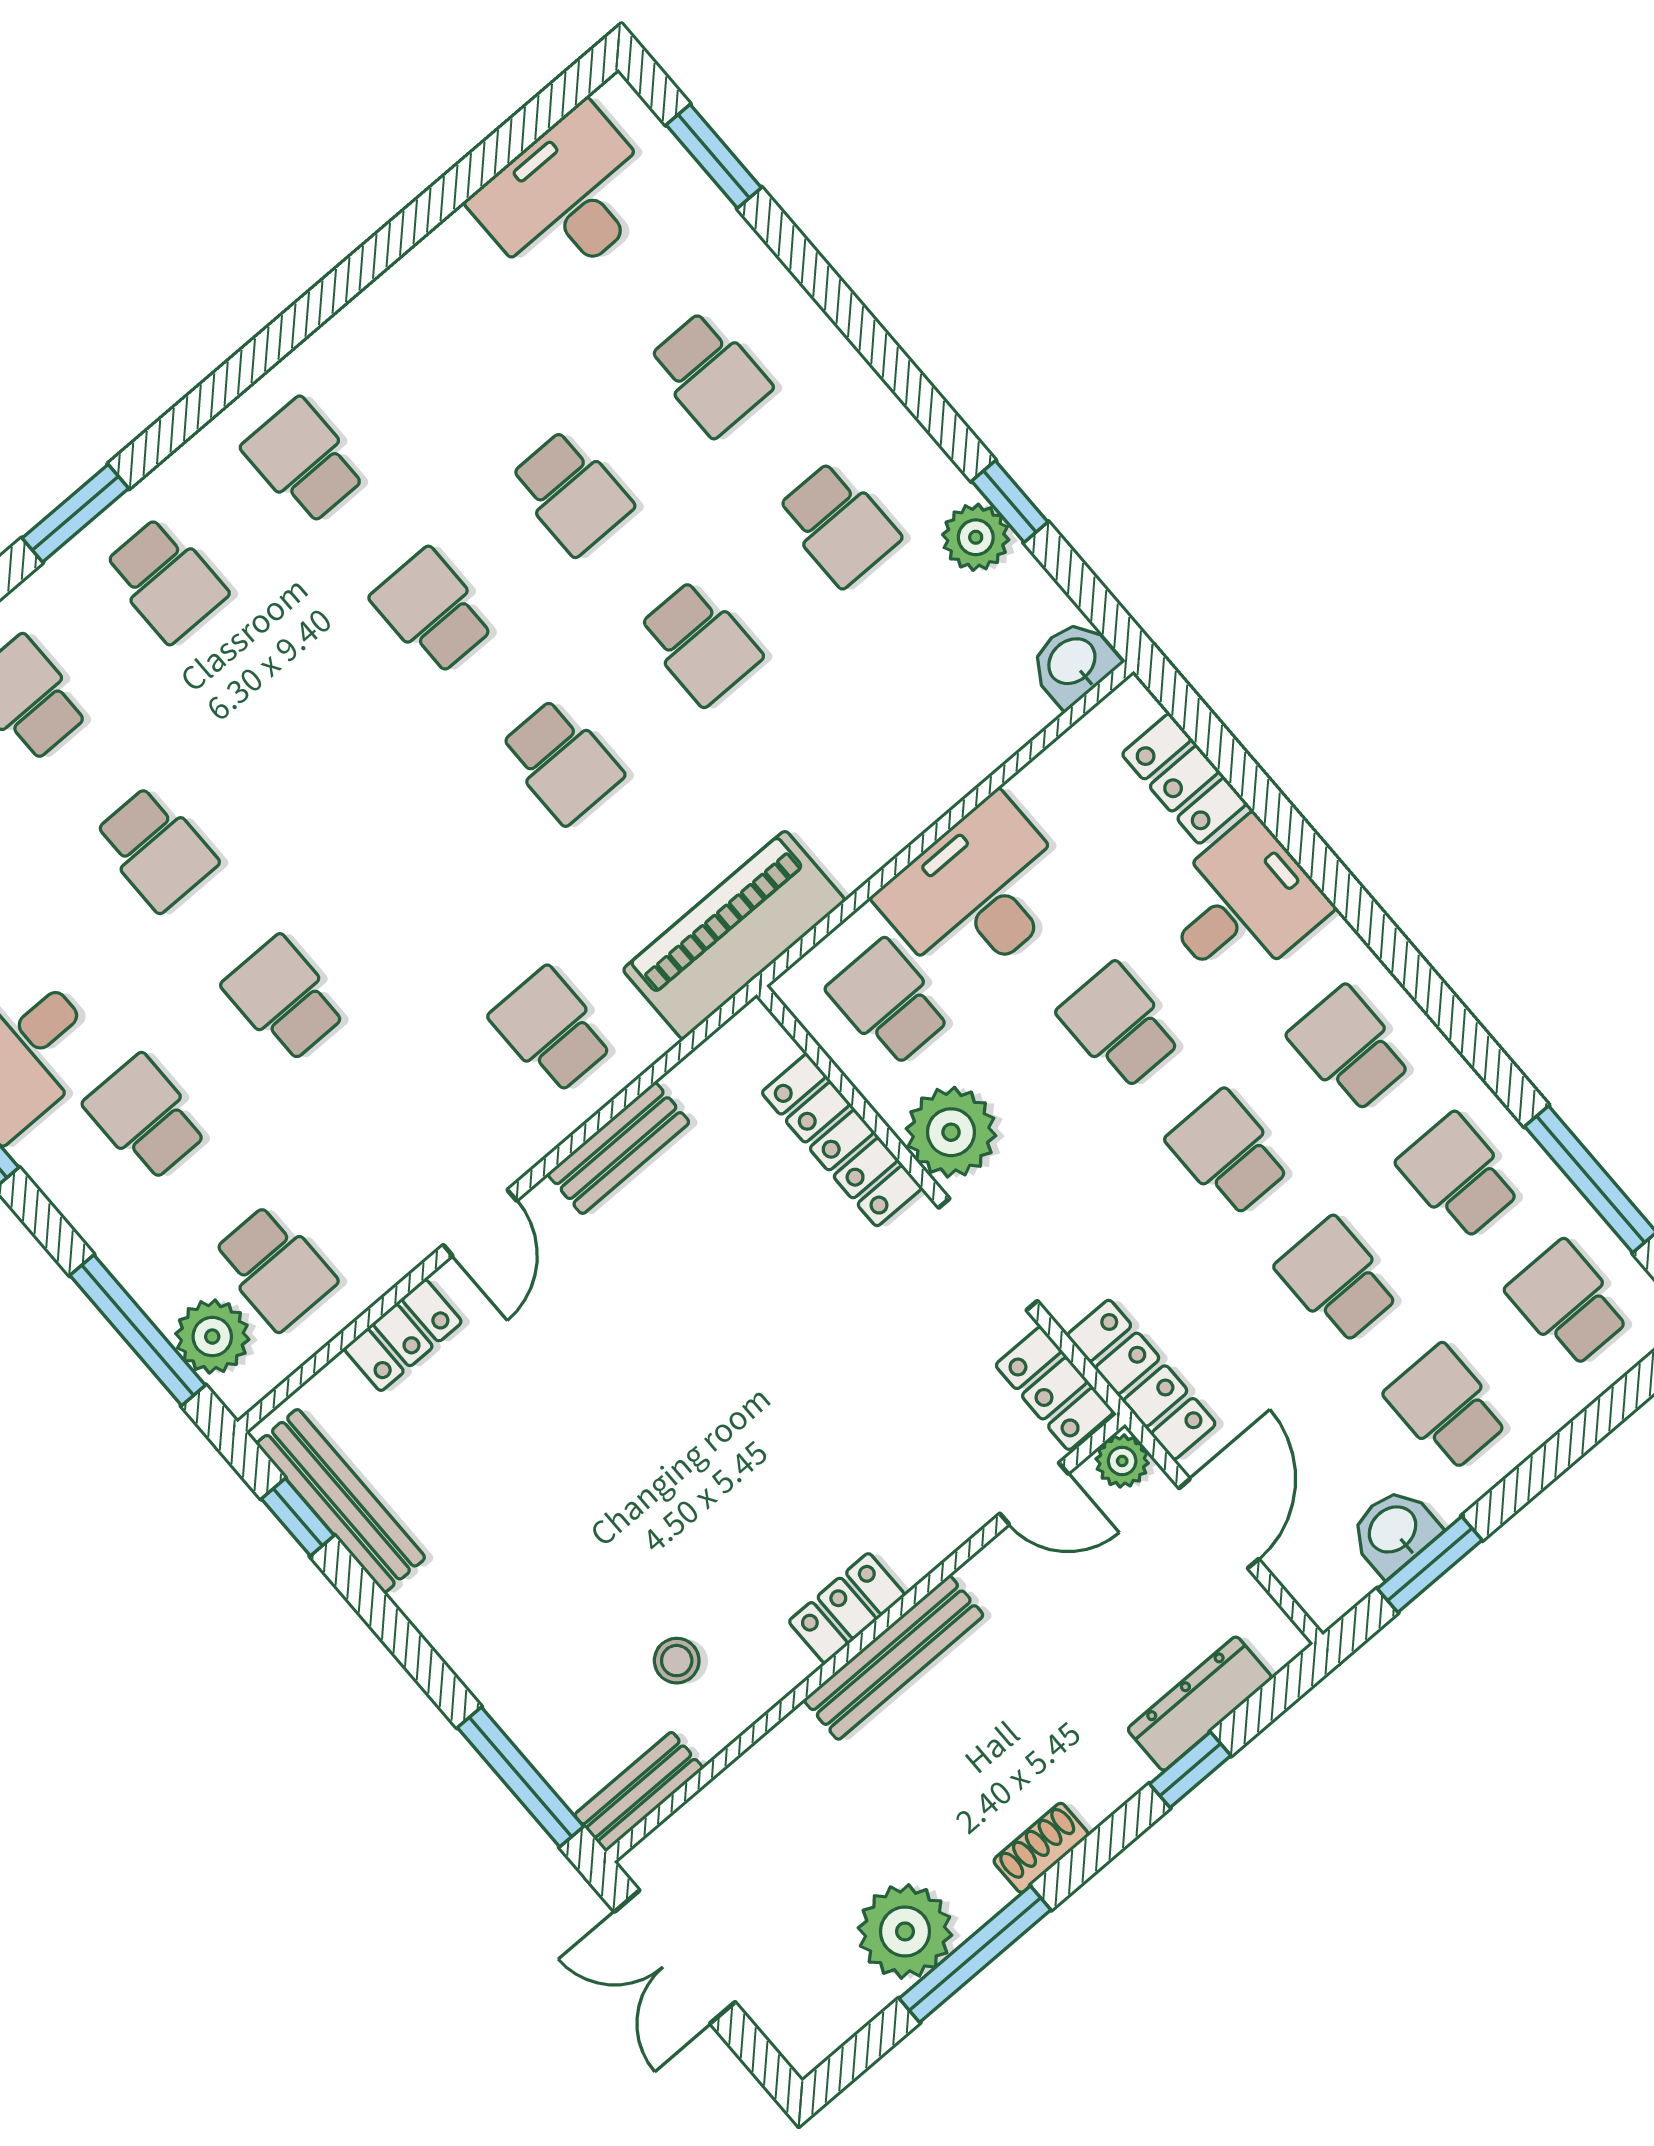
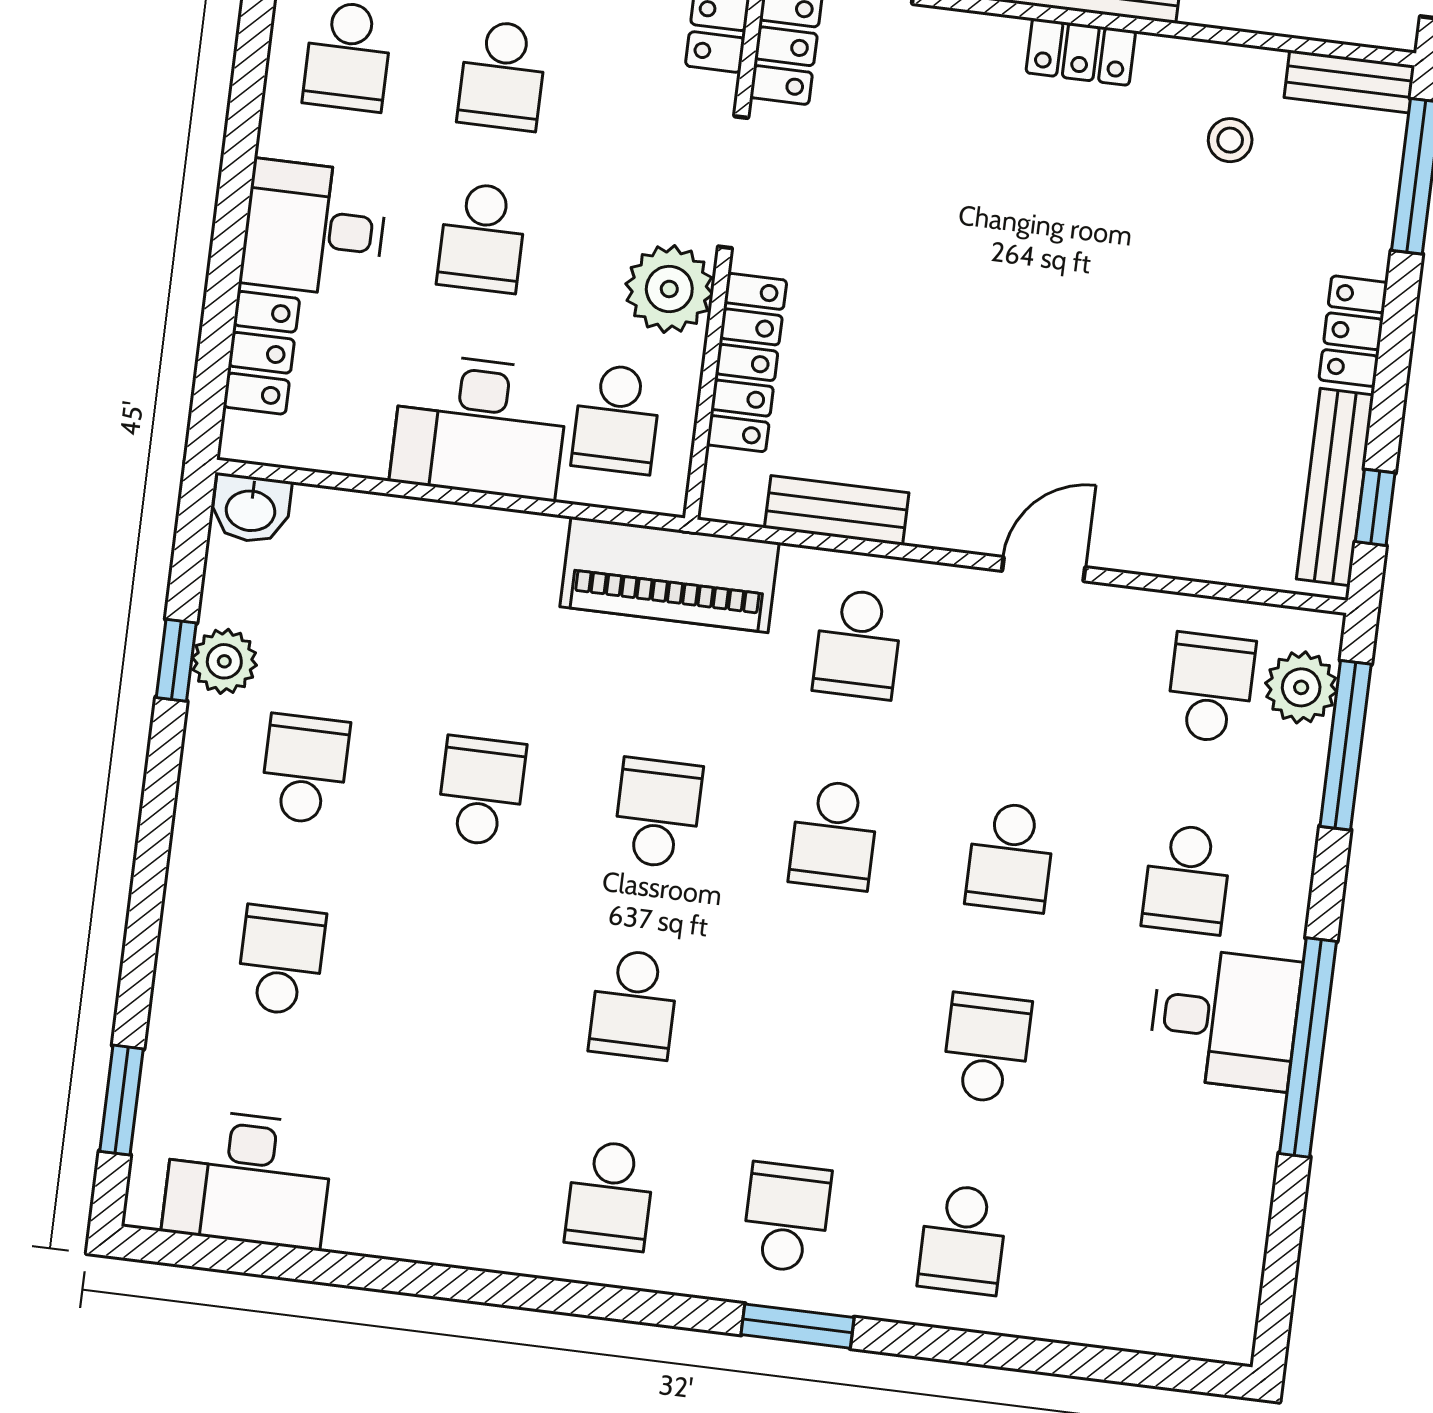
school desk: (571, 492) -> (834, 835), moved, turned 180
bench: (619, 1148) -> (837, 510), moved
locker: (403, 1335) -> (1353, 331), moved, turned -90

